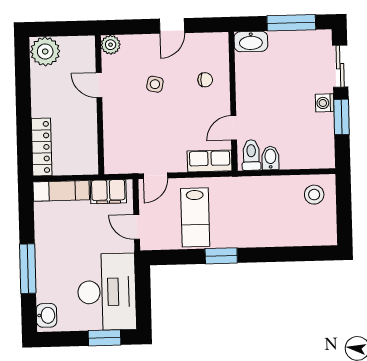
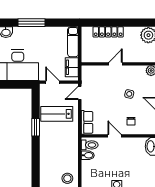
door: (99, 85) -> (116, 64), moved
door: (234, 128) -> (115, 136), moved
locker: (42, 147) -> (108, 32), moved
door: (155, 176) -> (80, 93), hinge flipped
door: (137, 227) -> (52, 82), hinge flipped

